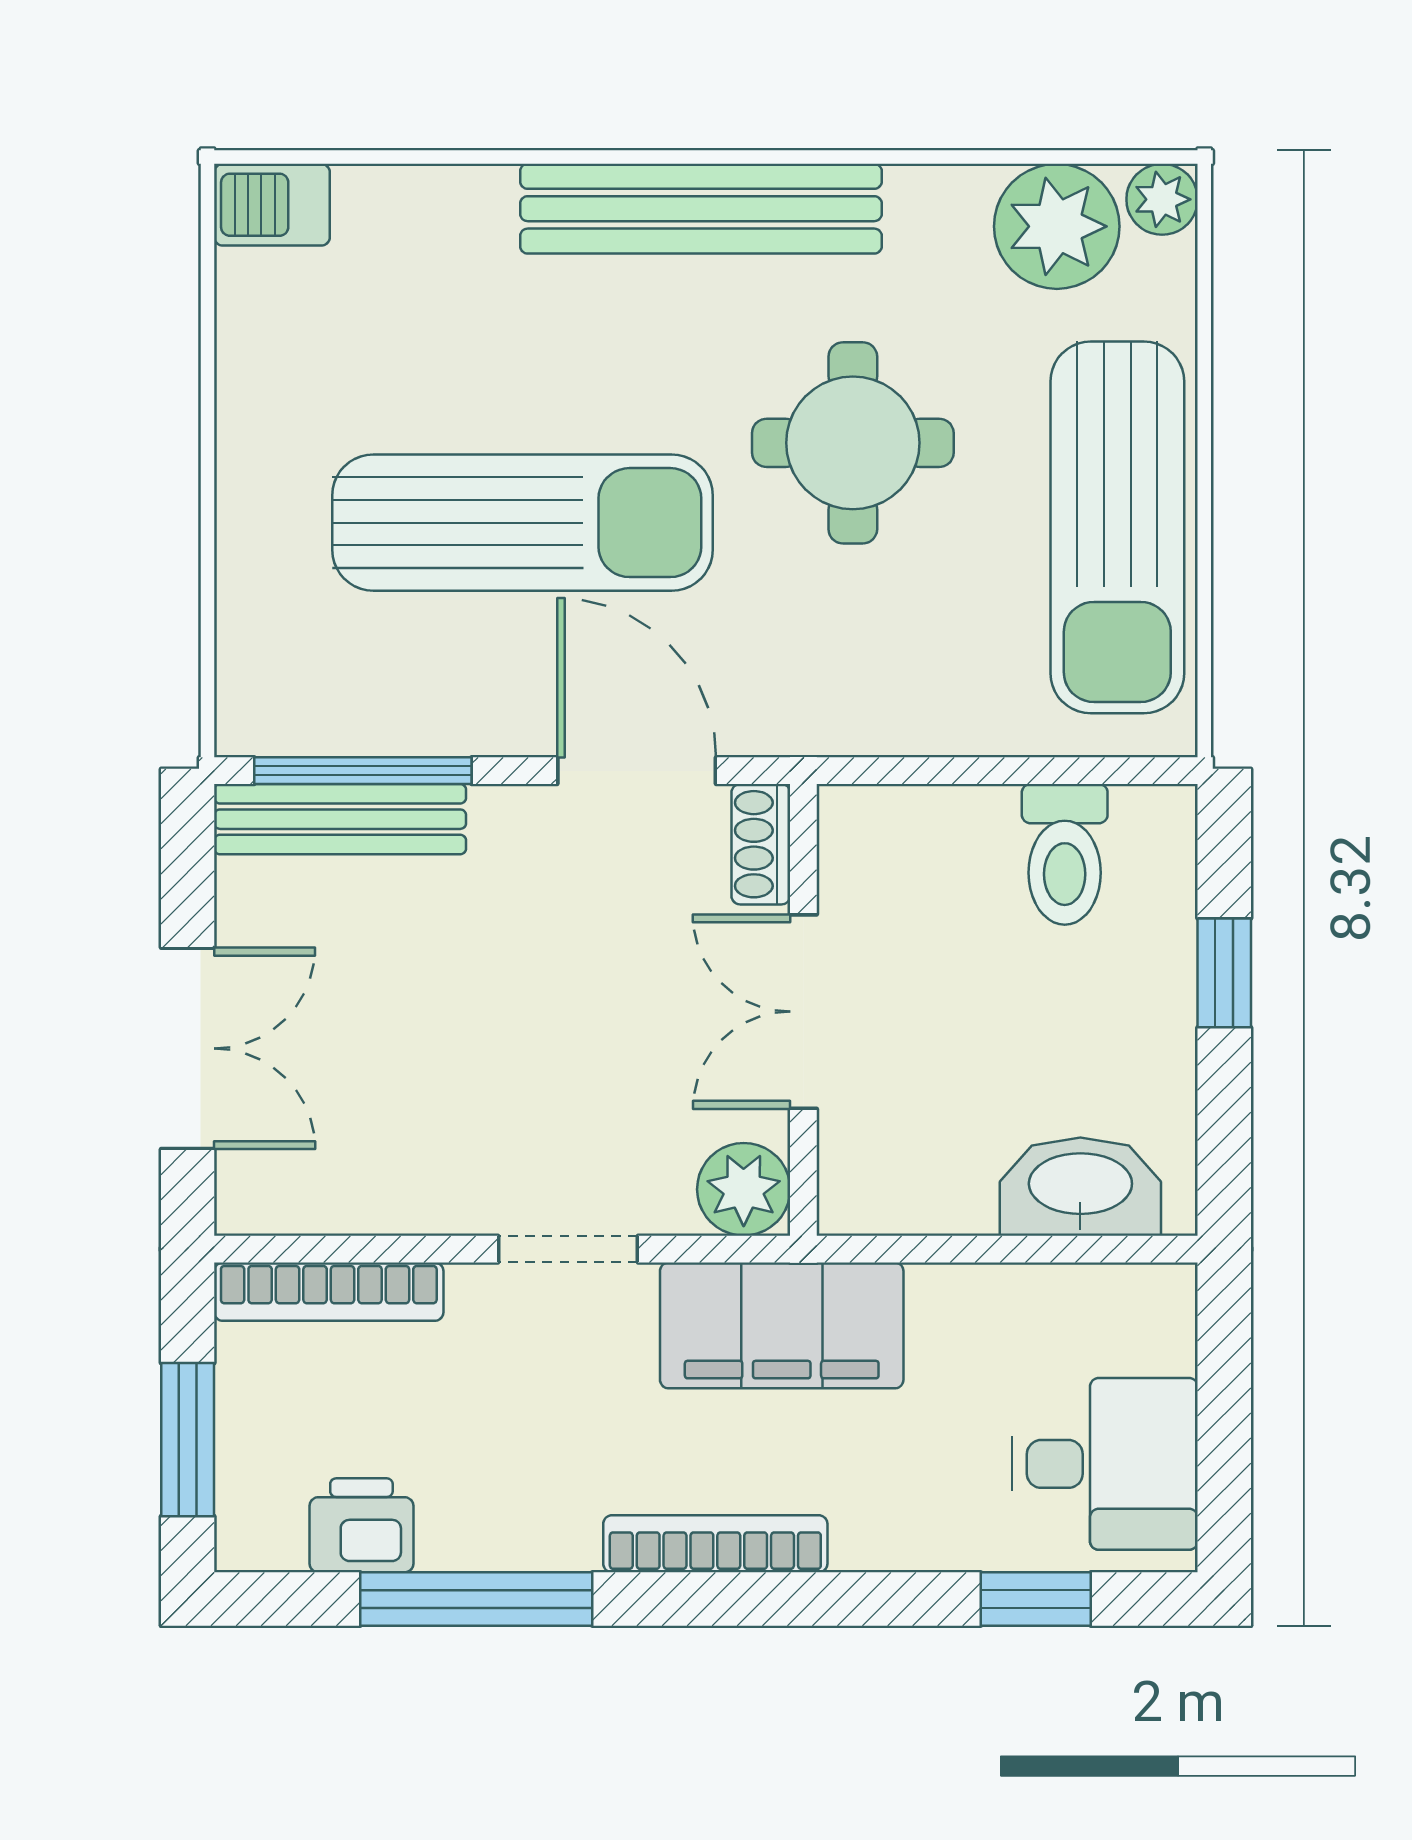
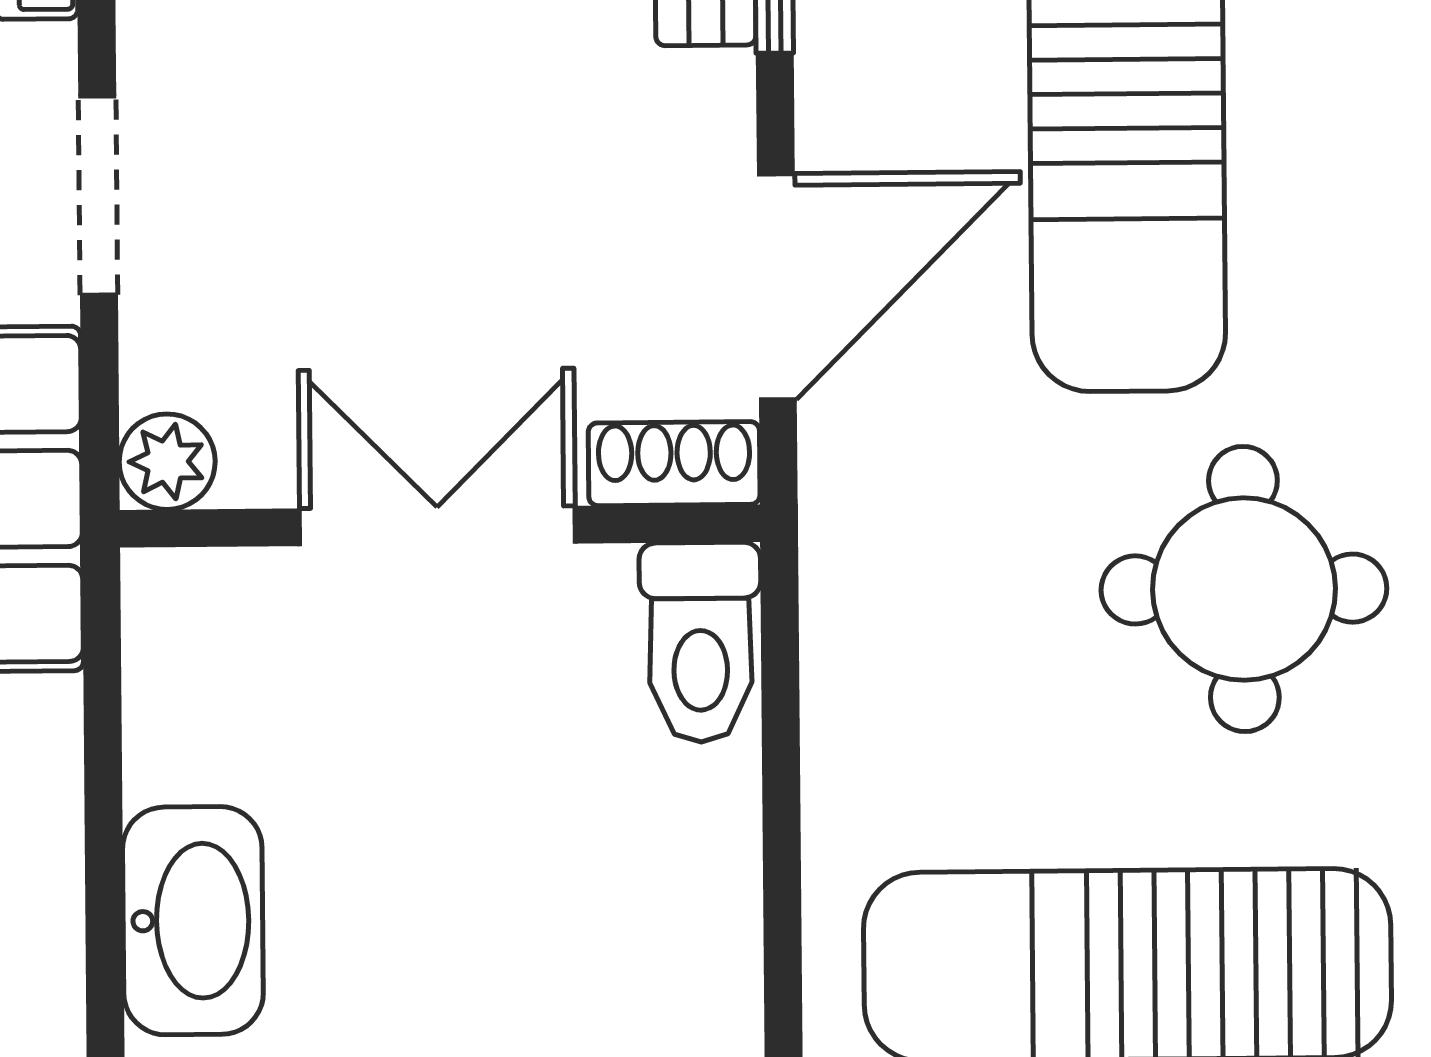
toilet: (1065, 854) -> (700, 642), moved, turned -90
plant: (744, 1189) -> (167, 462), width x0.73, depth x0.73

